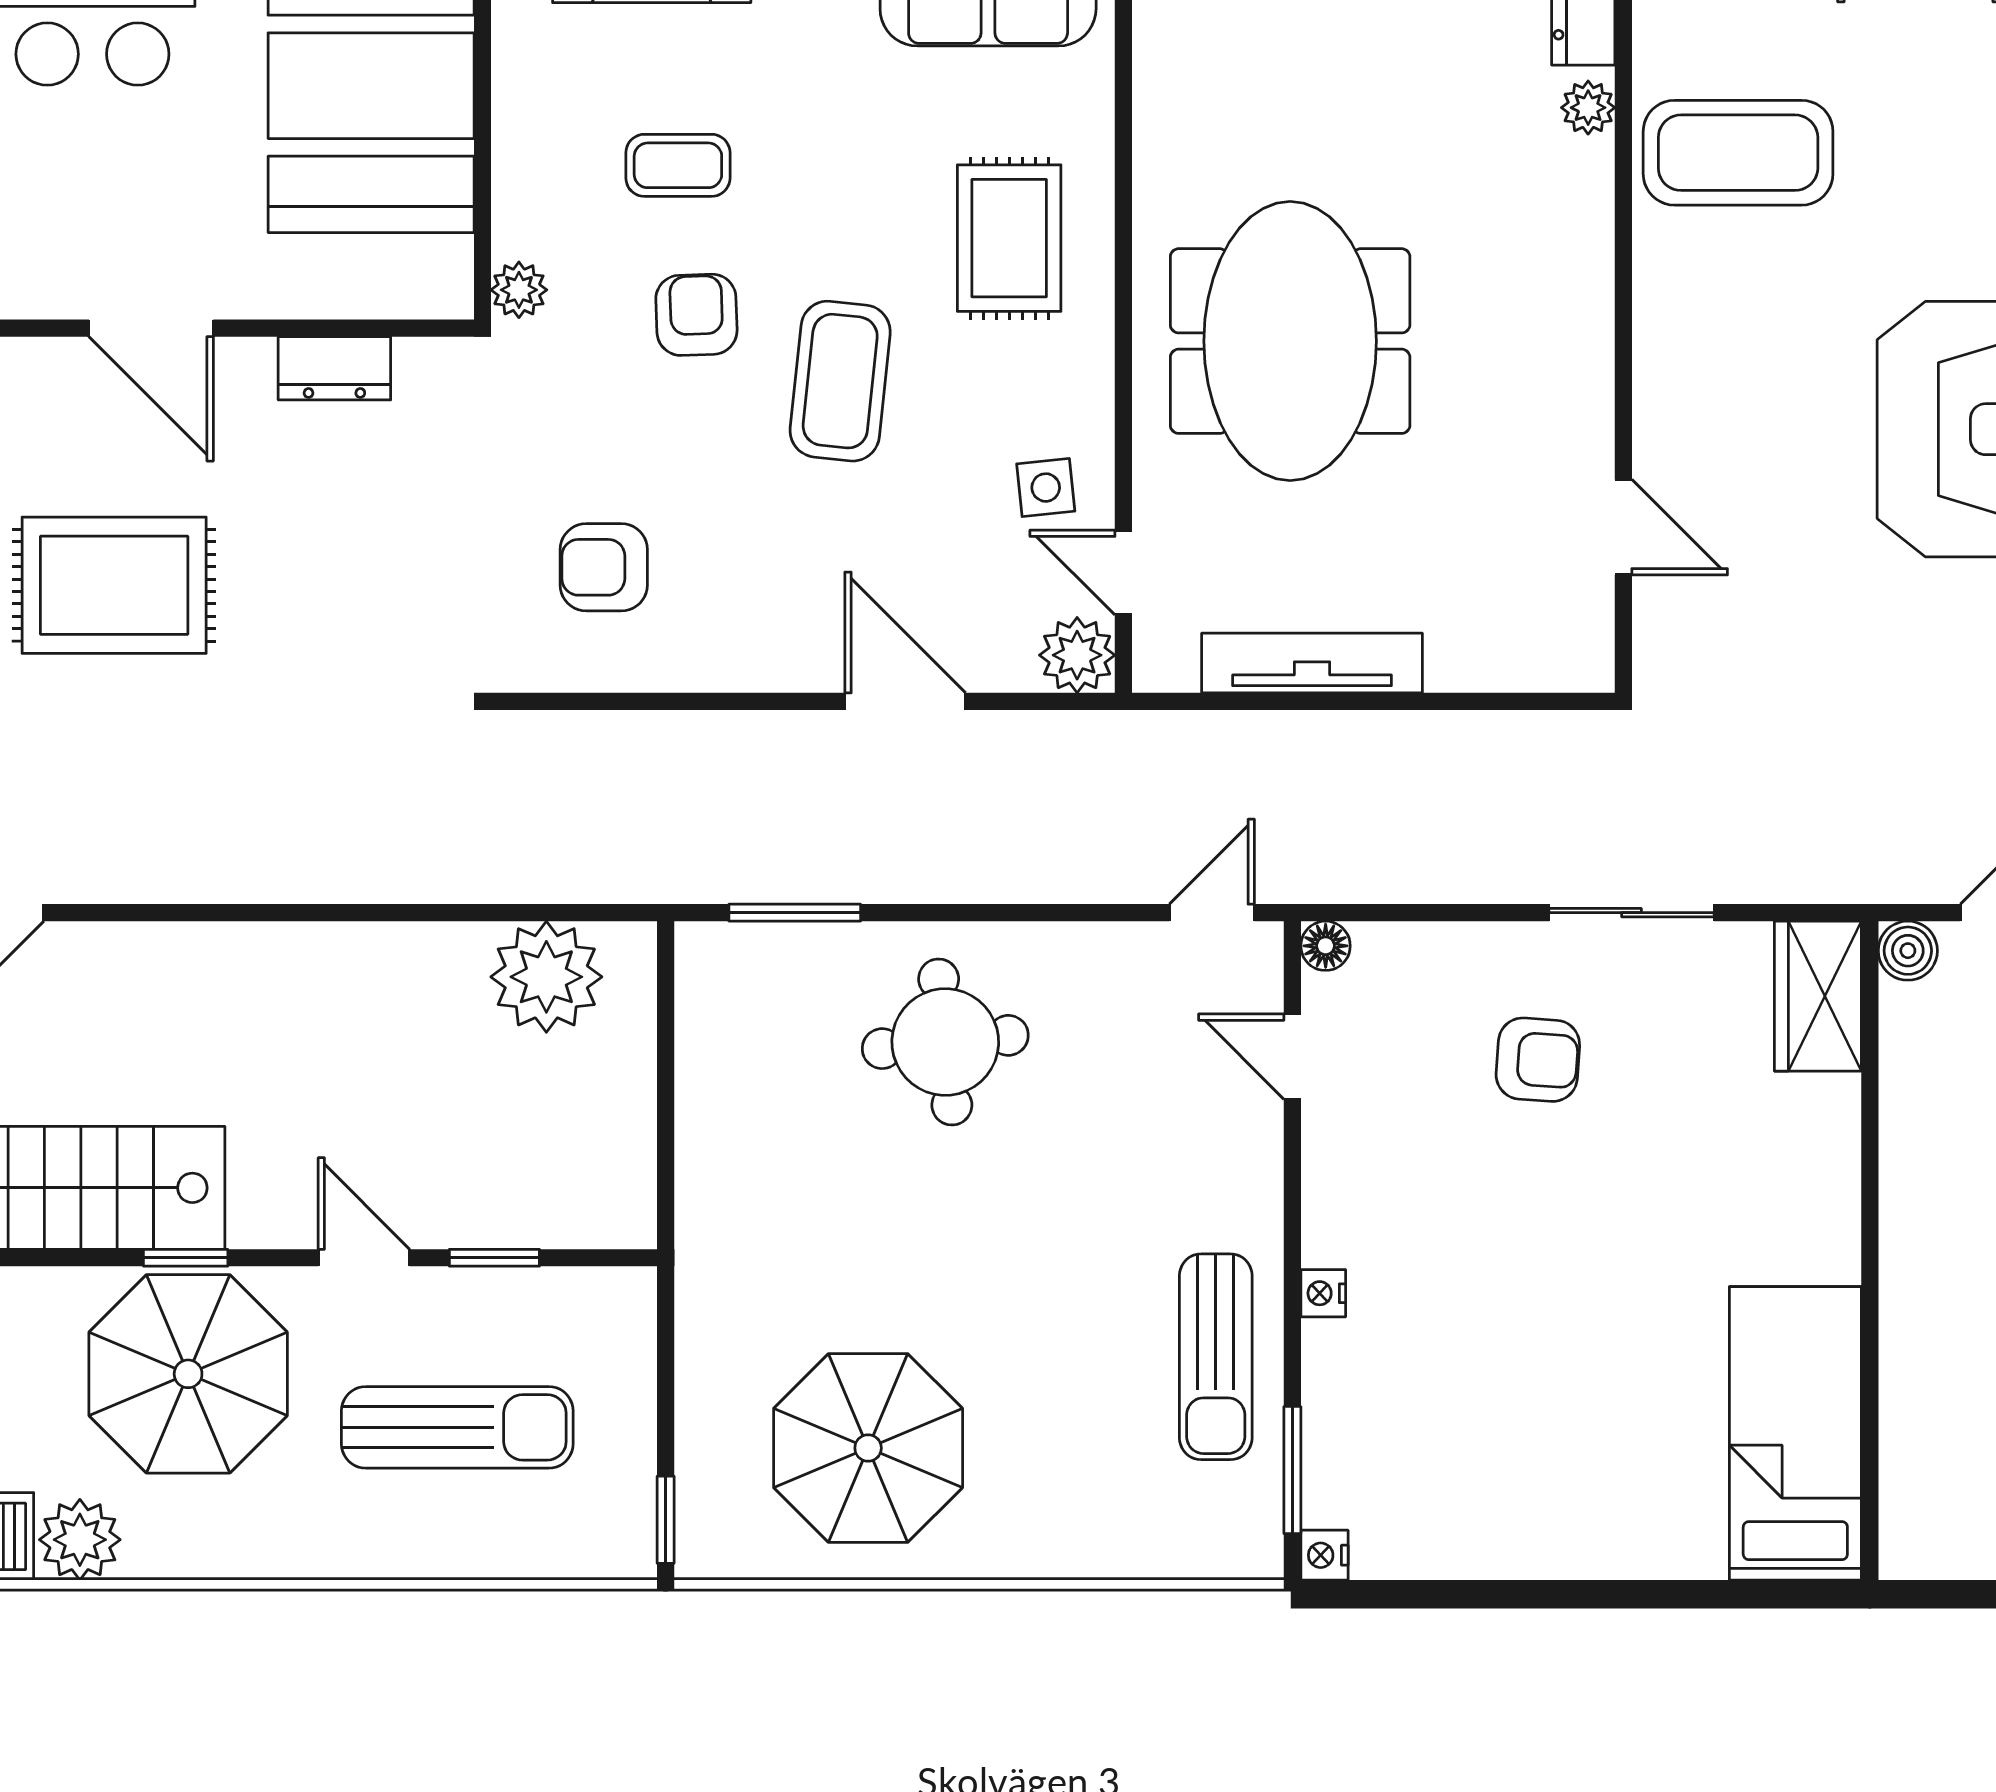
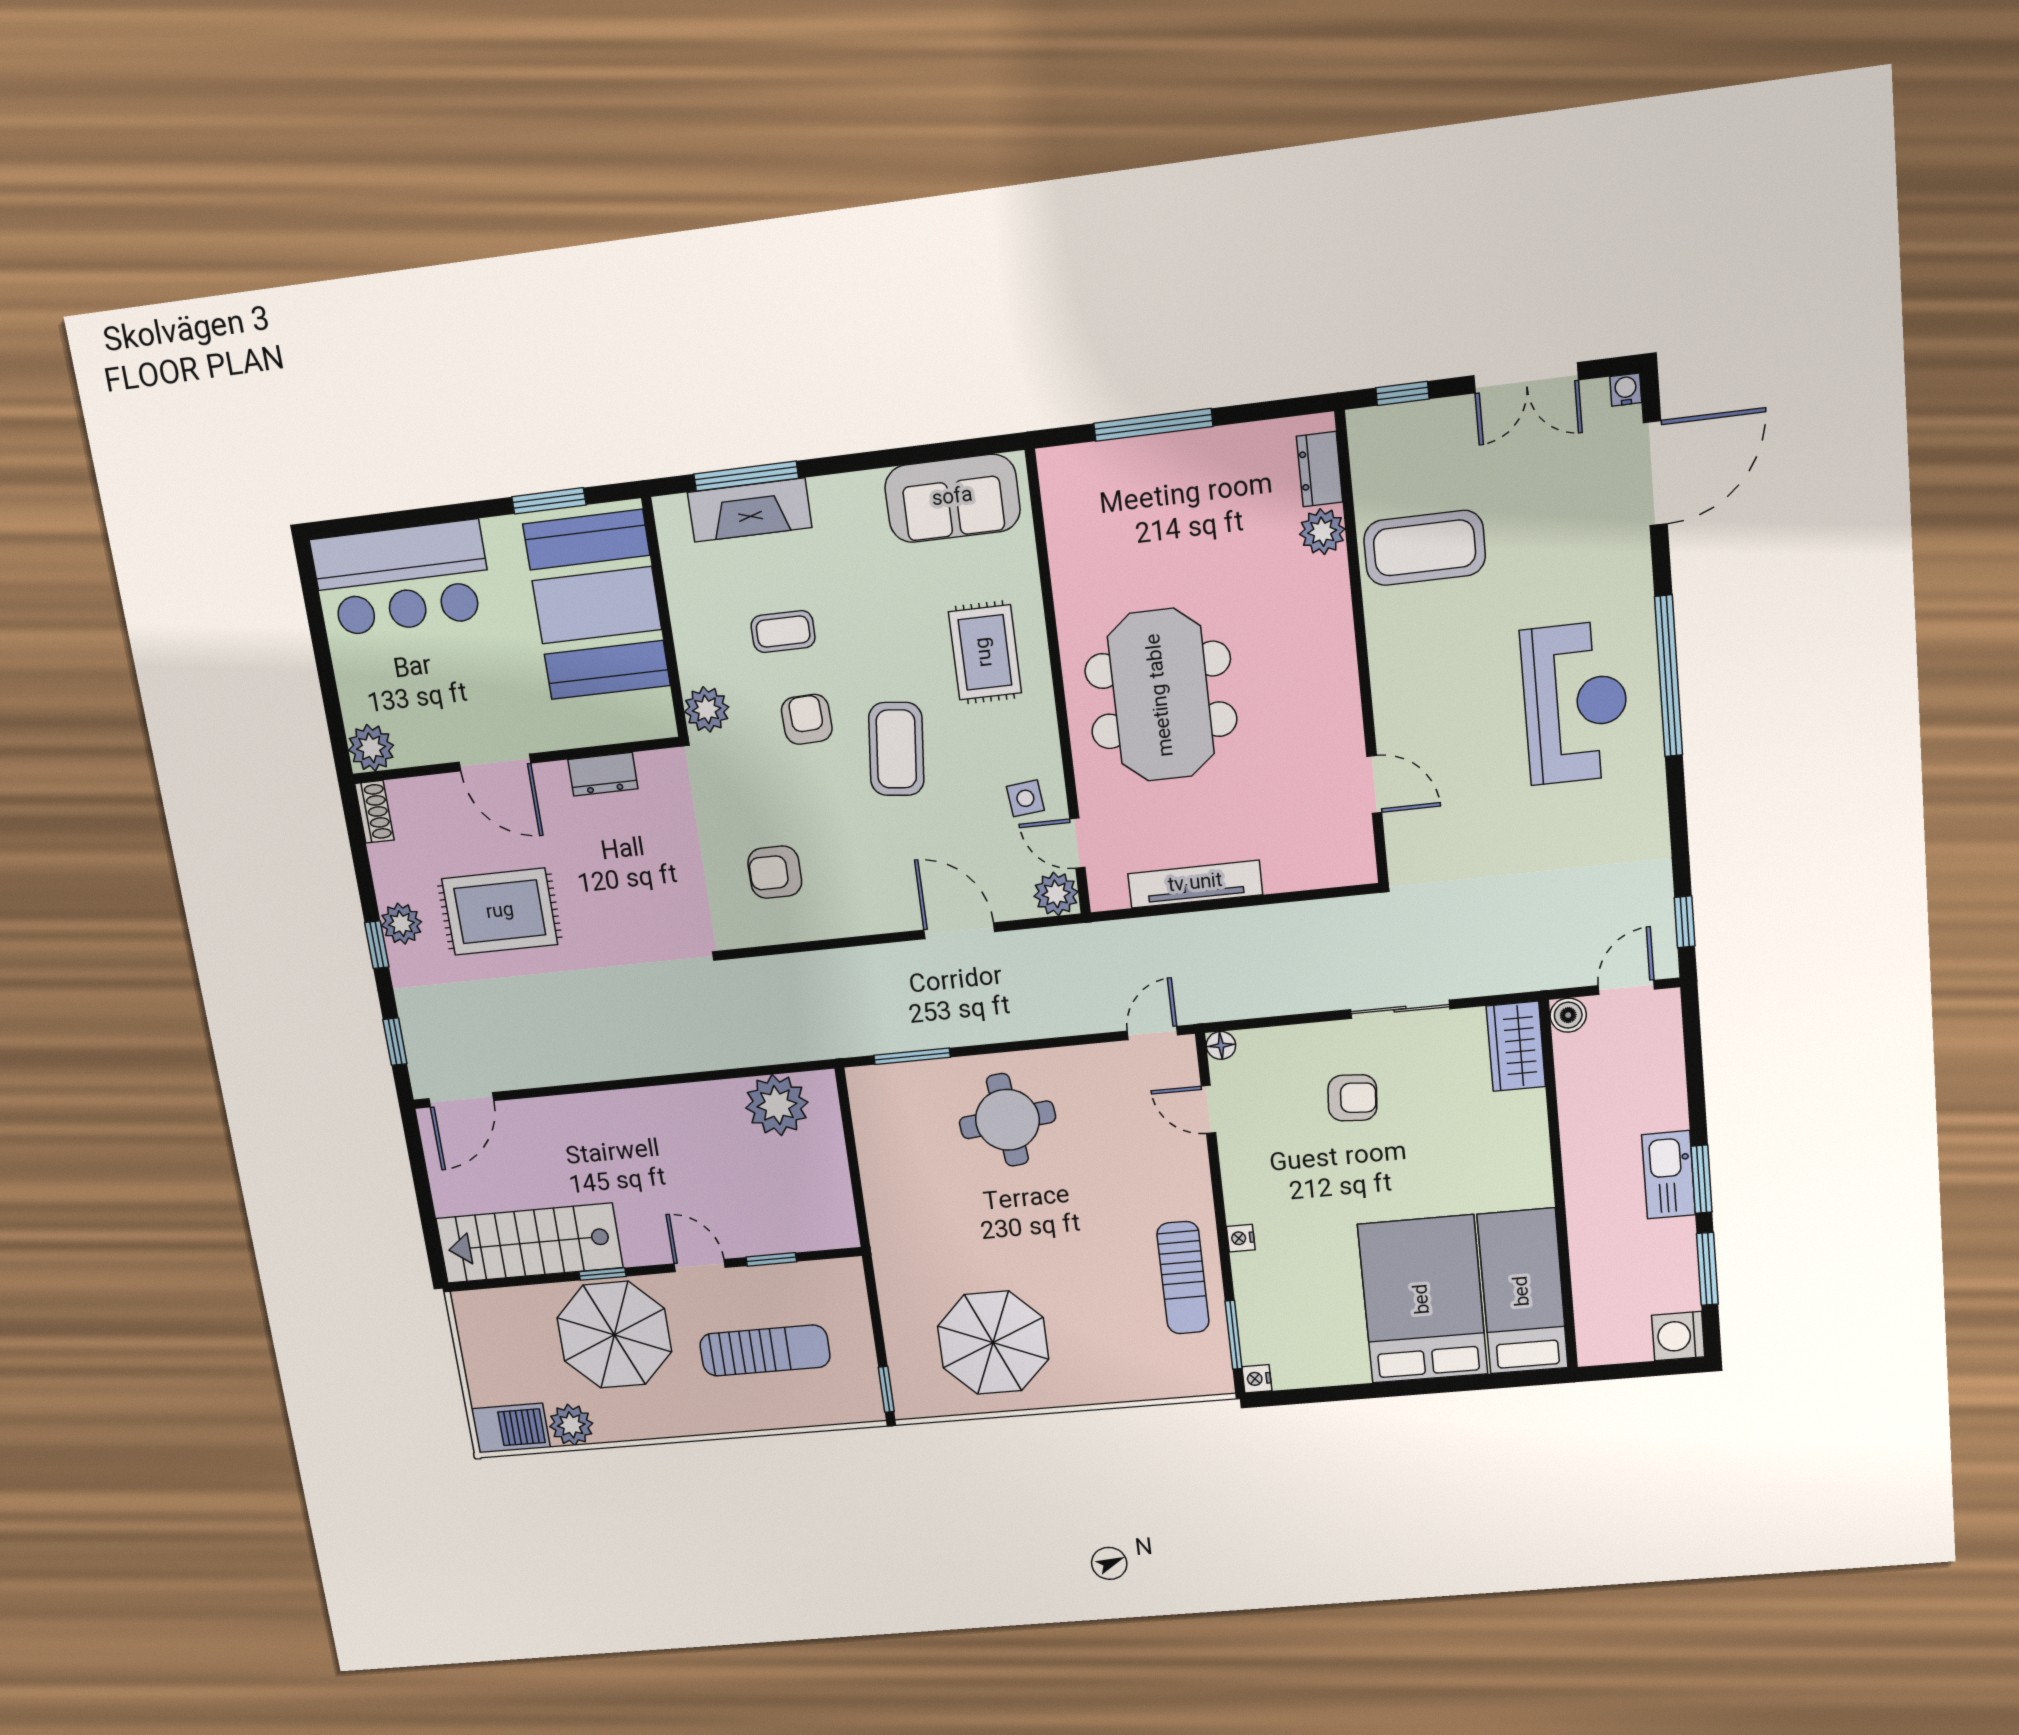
plant: (1588, 108) -> (1322, 532), width x1.38, depth x1.38
plant: (519, 290) -> (707, 709), width x1.38, depth x1.38
bed: (1624, 1433) -> (1423, 1299), added

